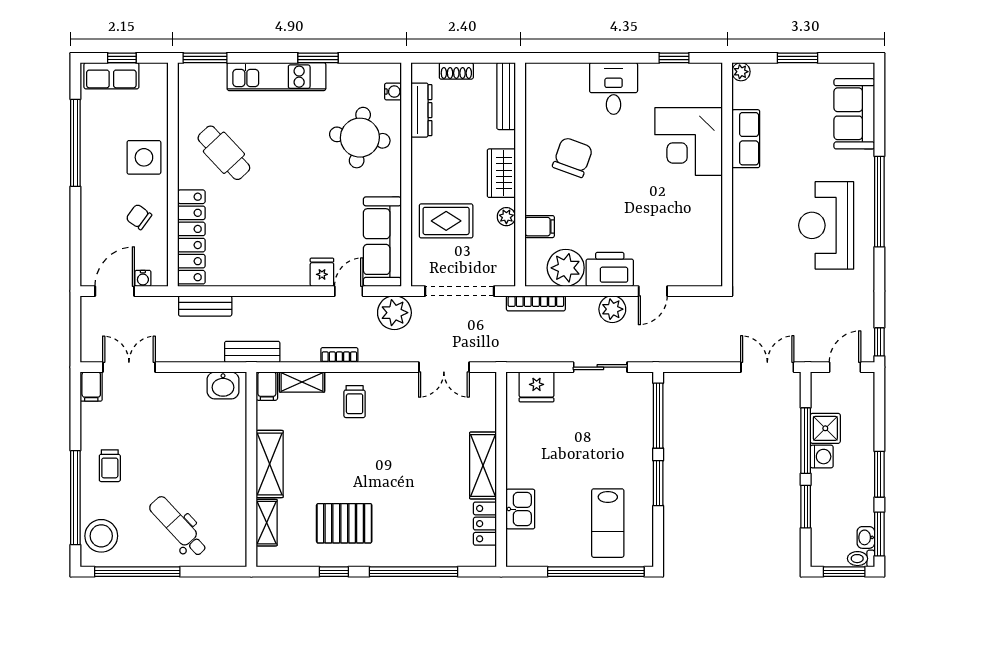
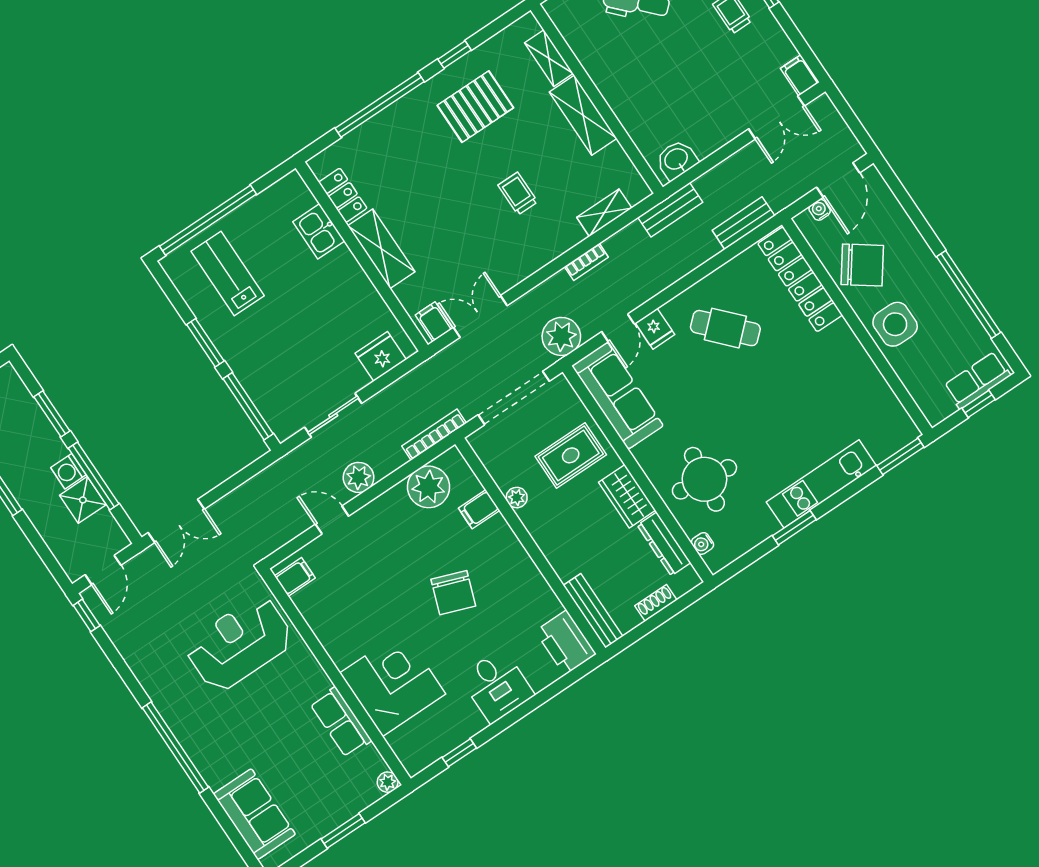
cafe table: (224, 153) -> (725, 328), moved
chair: (573, 157) -> (453, 593), moved
wardrobe: (501, 173) -> (627, 496), moved, turned 180
chair: (139, 217) -> (862, 265), width x1.87, depth x1.87
reception desk: (826, 225) -> (239, 644), moved, turned -90
filing cabinet: (708, 268) -> (295, 577), added
printer: (610, 269) -> (566, 643), moved, turned 90
door: (653, 291) -> (332, 520), hinge flipped
filing cabinet: (267, 386) -> (434, 322), moved
trolley: (355, 402) -> (518, 194), moved

